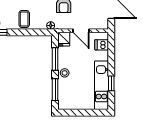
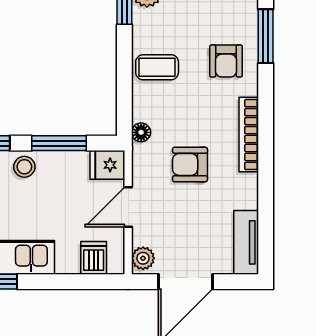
plant: (102, 25) -> (143, 258), added

